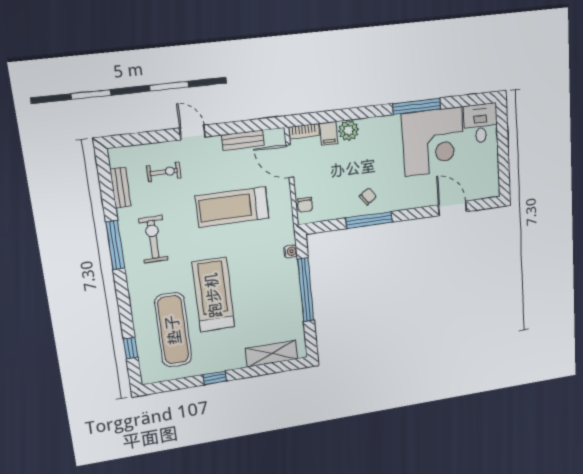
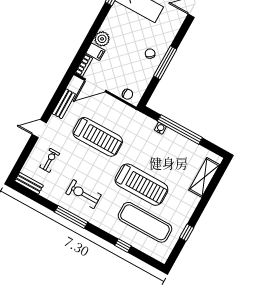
bench: (120, 188) -> (29, 183), moved
treadmill: (232, 207) -> (98, 137), turned -90
water cooler: (291, 251) -> (160, 128), moved
treadmill: (213, 295) -> (141, 185), turned 180
window: (131, 348) -> (123, 246), moved
window: (215, 378) -> (187, 233), moved

